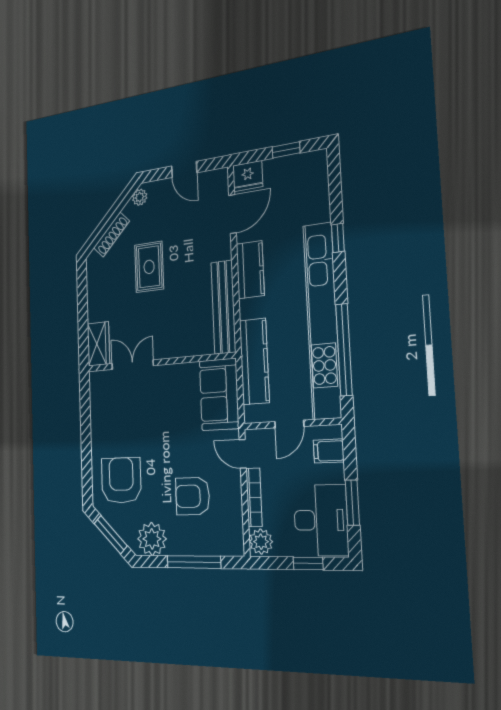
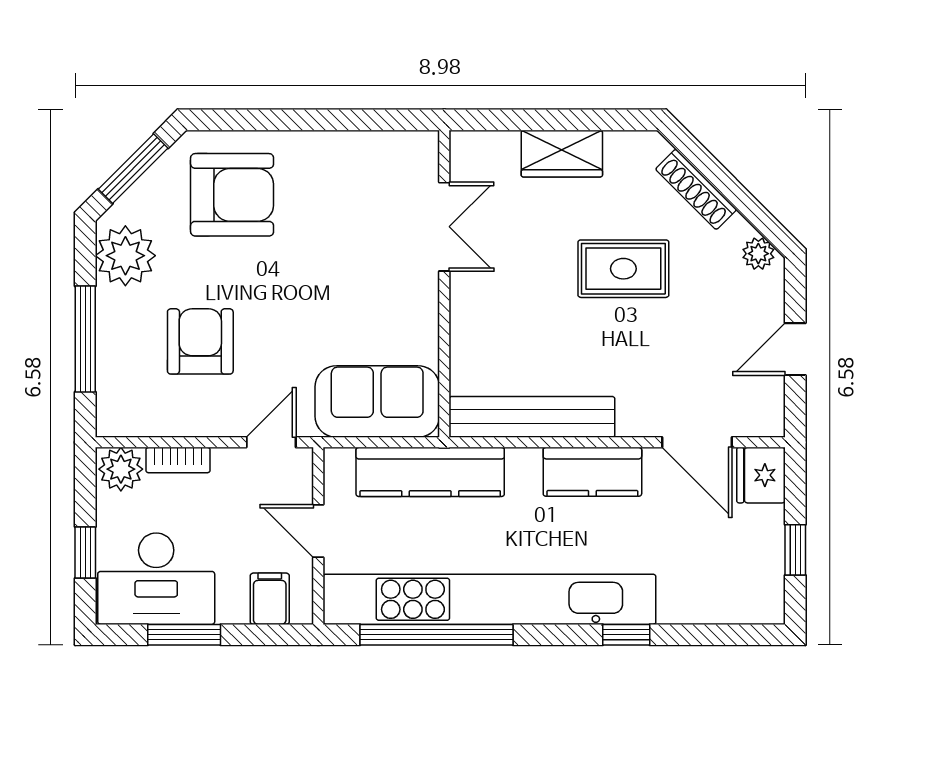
wardrobe: (99, 344) -> (562, 154), moved
bookcase: (254, 497) -> (178, 460), width x0.64

